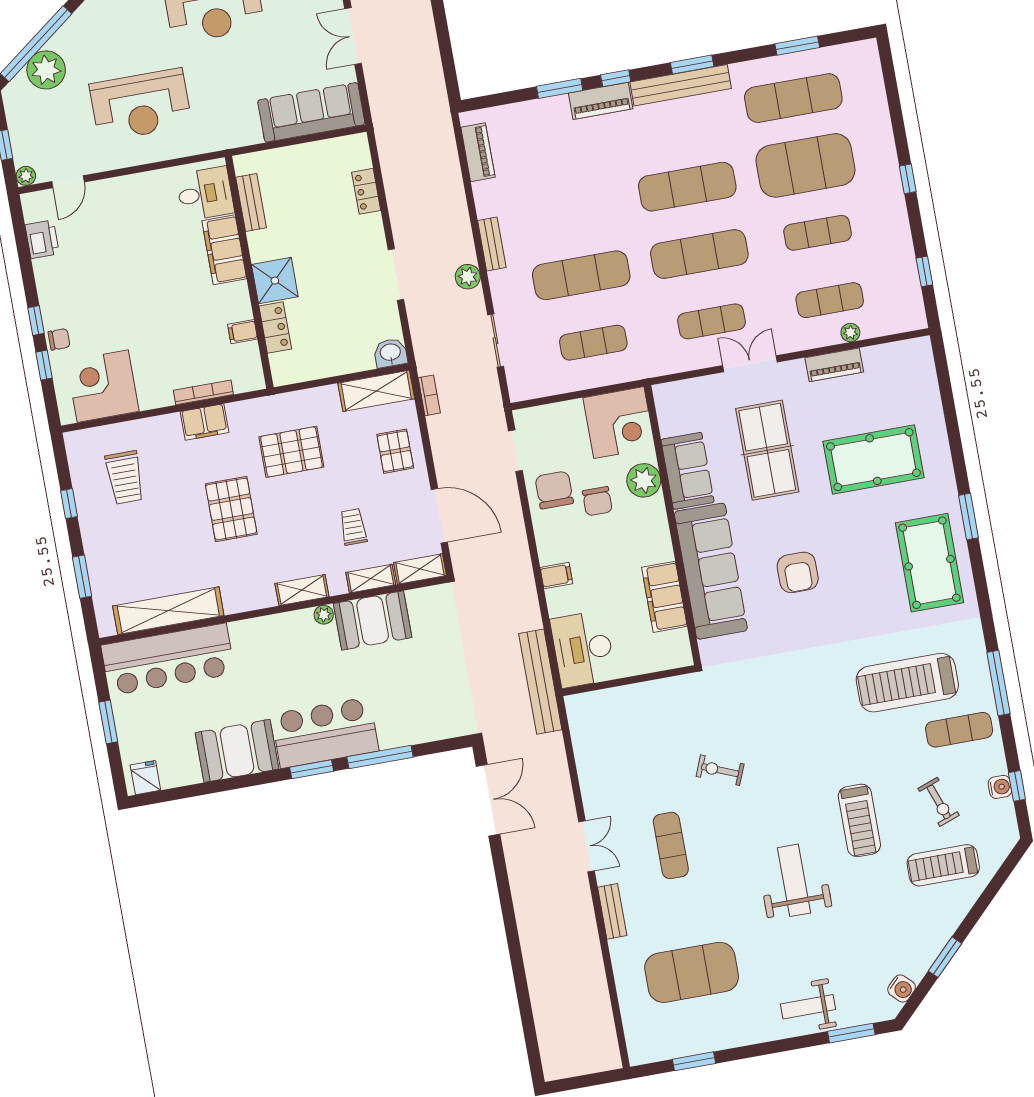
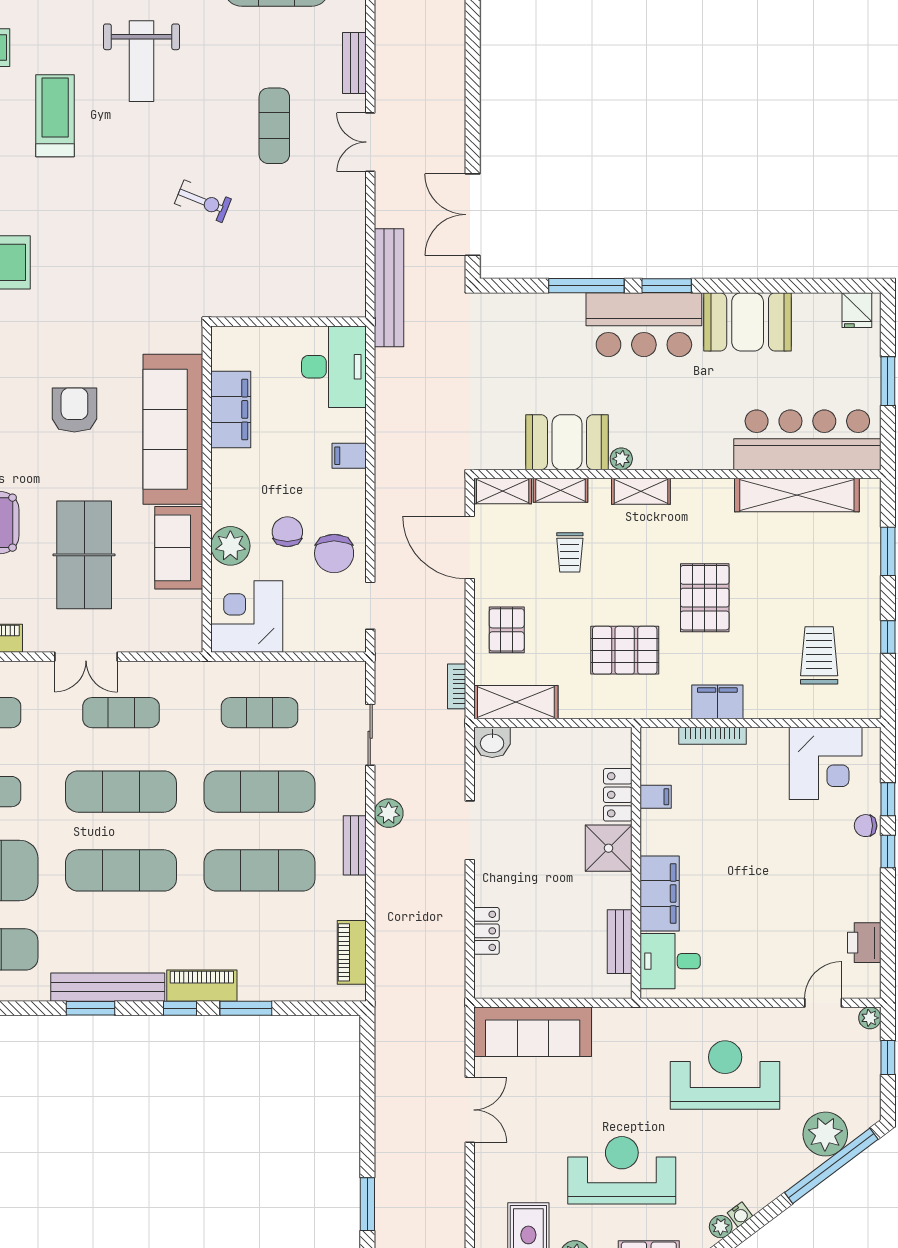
exercise mat: (569, 208) -> (260, 870), added
bench: (540, 682) -> (389, 288), moved

